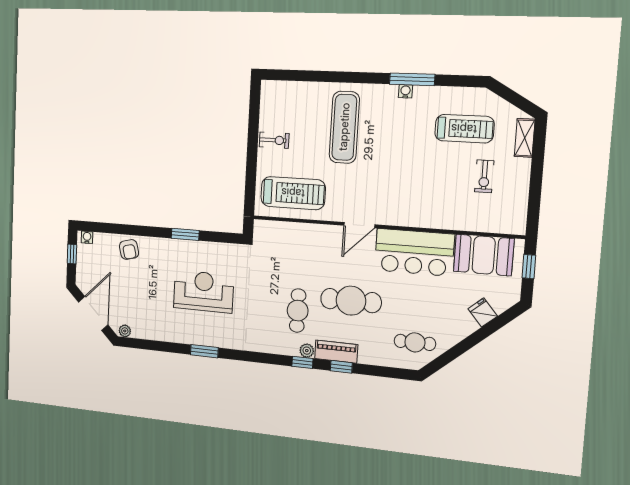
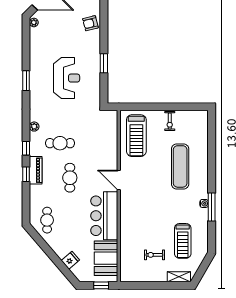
exercise mat: (344, 127) -> (180, 166), turned 90
cafe table: (351, 301) -> (70, 178), width x0.73, depth x0.74
plant: (307, 351) -> (34, 127), moved

